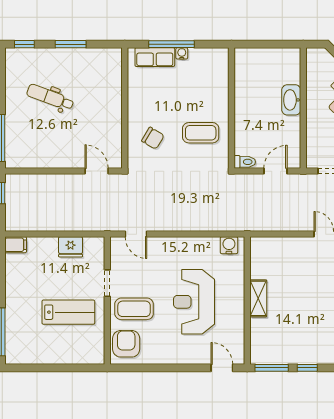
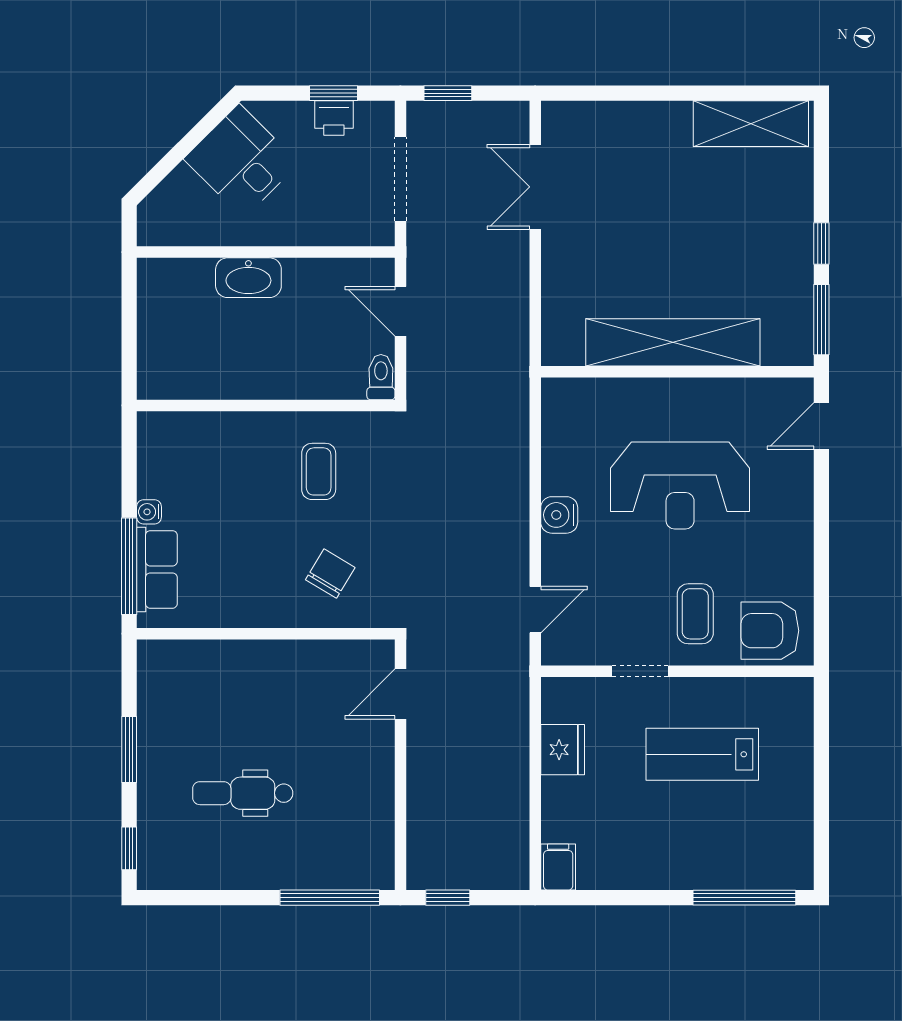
window: (172, 44) -> (129, 566), moved
dental chair: (50, 97) -> (243, 793), turned 70
coffee table: (201, 133) -> (319, 471), width x0.73, depth x0.77
water cooler: (229, 245) -> (559, 515), moved
shelving: (258, 298) -> (673, 342), width x2.20, depth x1.33
coffee table: (134, 309) -> (695, 614), width x0.73, depth x0.77
lab bench: (68, 312) -> (702, 754), turned -90

